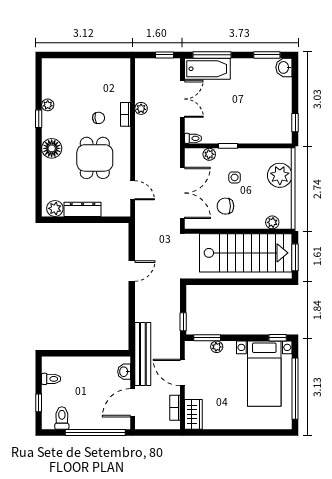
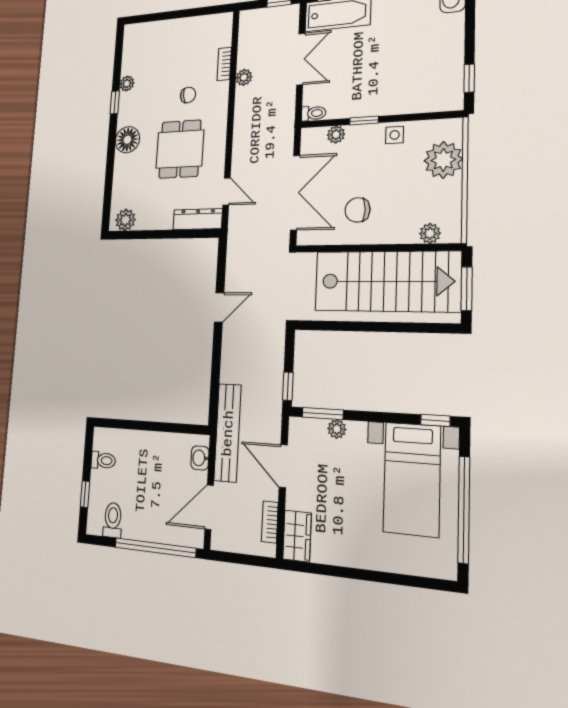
bookcase: (125, 114) -> (224, 64), moved
side table: (235, 177) -> (395, 135), moved
dresser: (83, 209) -> (198, 219), moved

